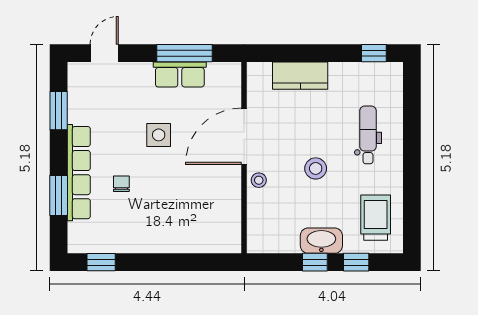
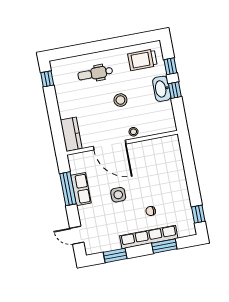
kitchen counter: (300, 76) -> (71, 134), moved

